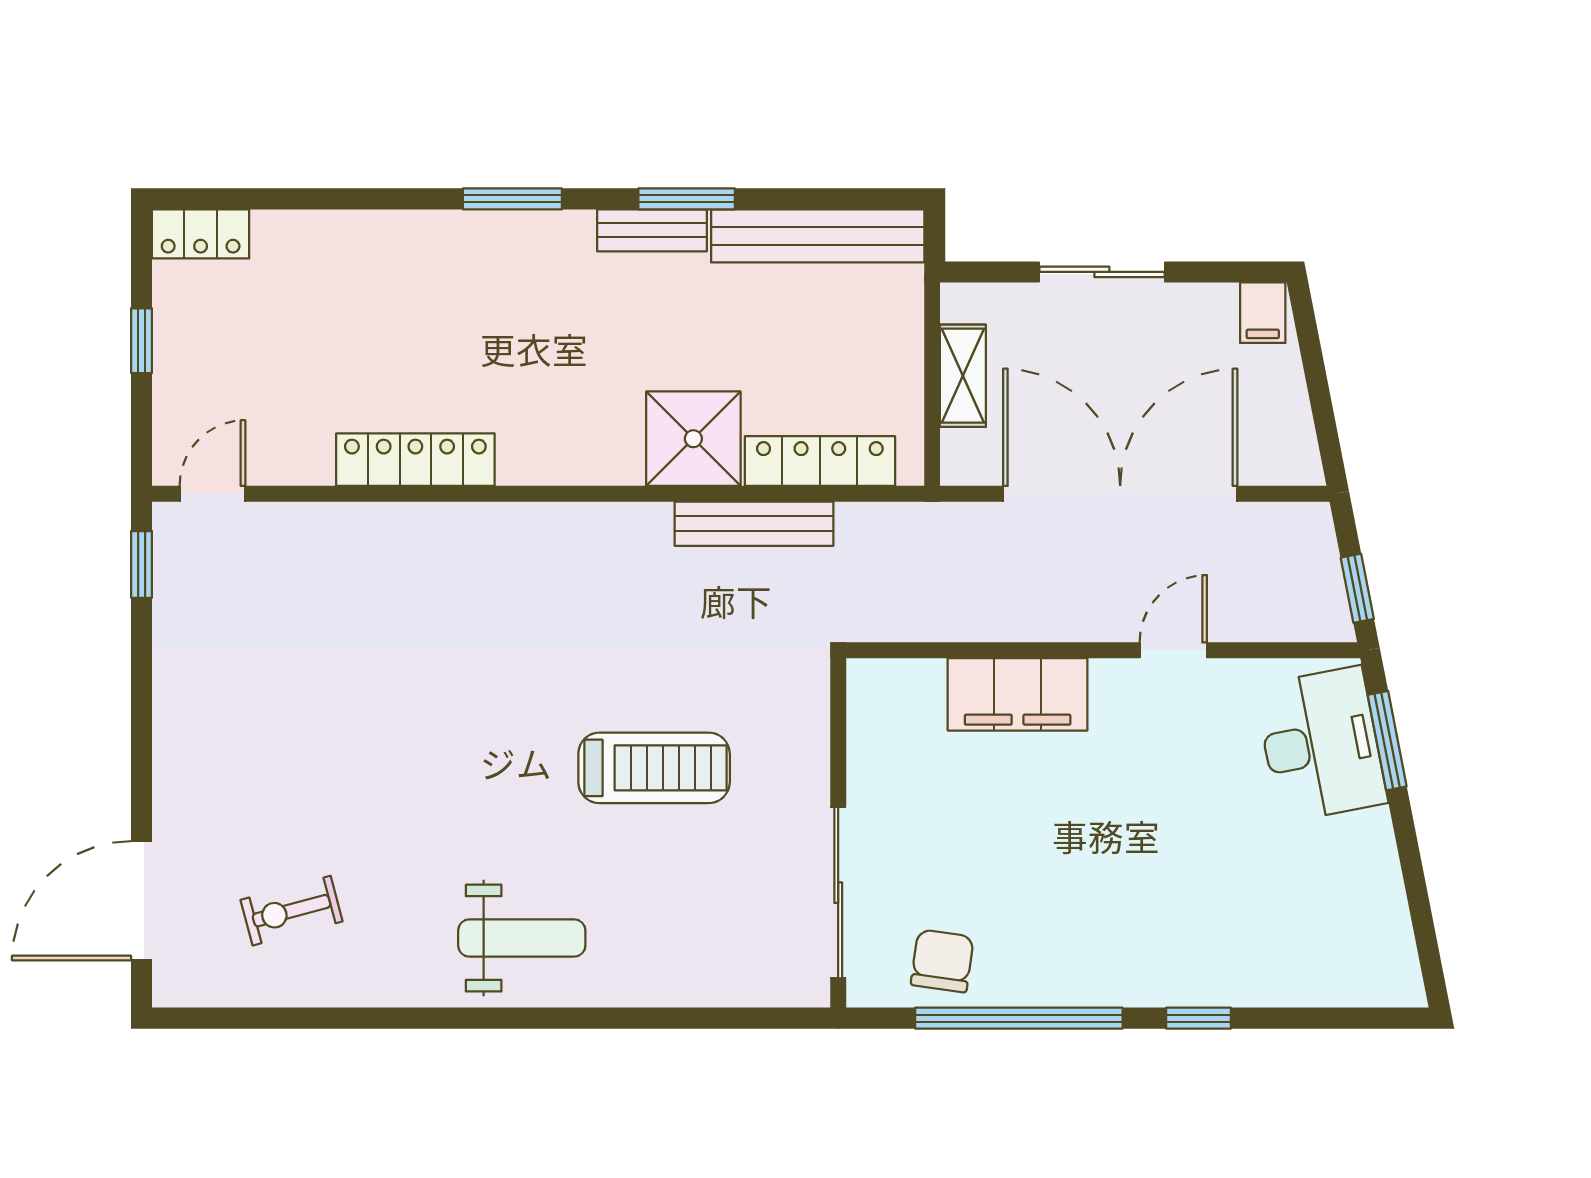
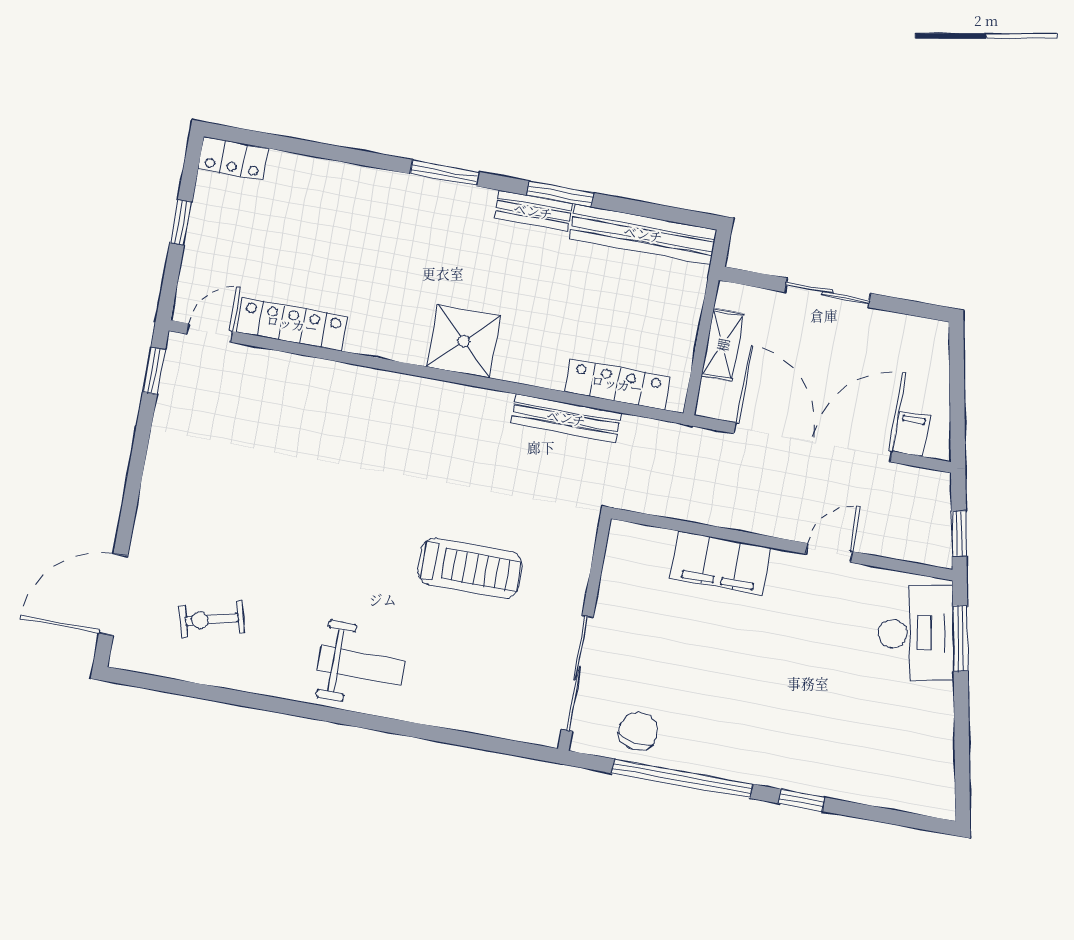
filing cabinet: (1263, 313) -> (911, 434), moved, turned 180
shower: (693, 439) -> (464, 341), moved
locker: (415, 460) -> (292, 324), moved

